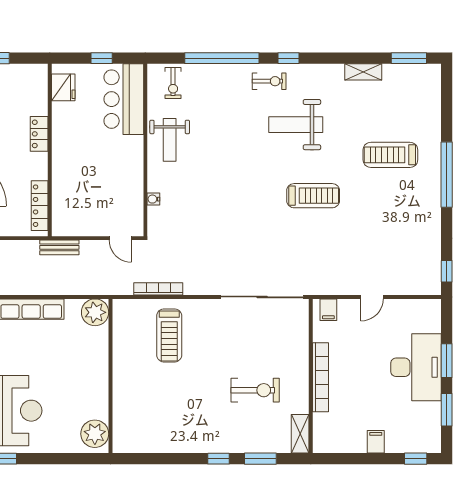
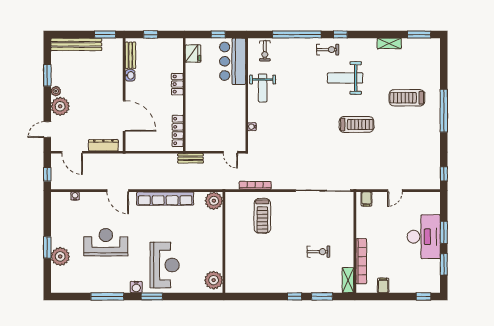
bookcase: (320, 377) -> (361, 261), moved
exercise bike: (255, 390) -> (318, 252), width x0.73, depth x0.72
filing cabinet: (376, 442) -> (383, 285), moved

